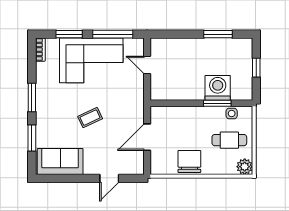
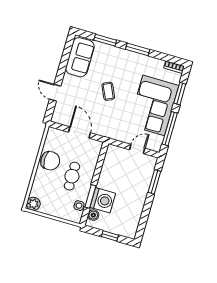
window: (218, 34) -> (154, 182), moved
boiler: (238, 94) -> (93, 215), added
cafe table: (229, 140) -> (72, 176), moved

